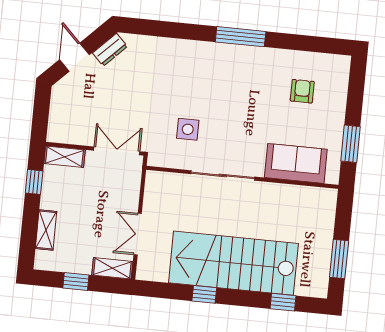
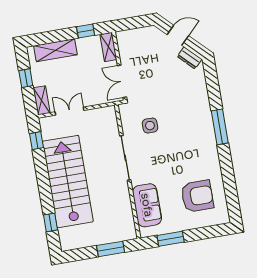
window: (241, 37) -> (220, 127), moved
armchair: (302, 91) -> (197, 196), width x1.88, depth x1.88
double door: (117, 151) -> (122, 81), swing flipped
shelving: (46, 230) -> (55, 50), width x1.50, depth x1.33
window: (339, 259) -> (111, 249), moved
window: (204, 294) -> (37, 141), moved

